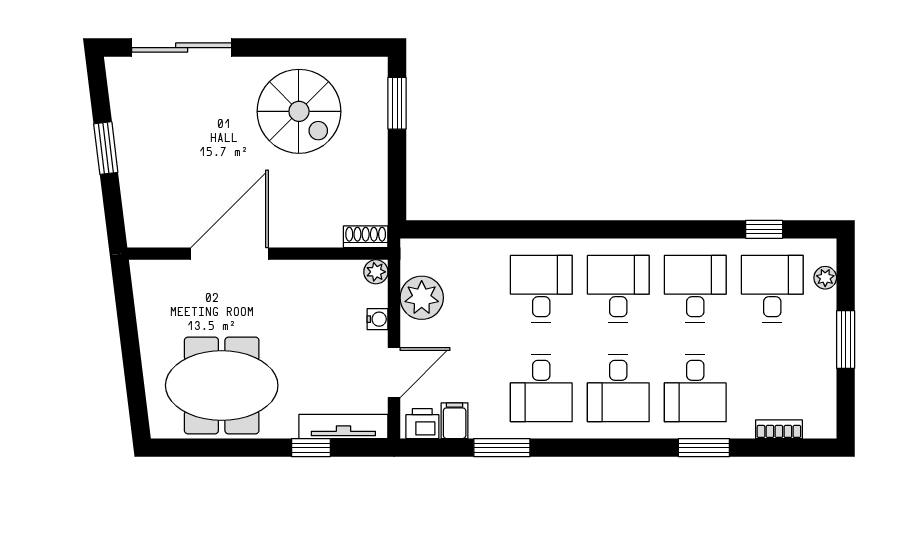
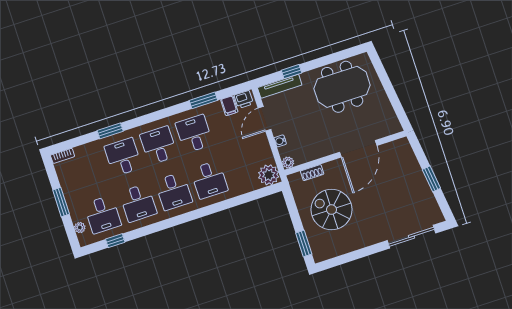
spiral stairs: (299, 111) -> (331, 210), moved
shoe rack: (366, 237) -> (312, 173), moved
plant: (422, 298) -> (269, 175), moved
bookcase: (779, 429) -> (63, 156), moved

